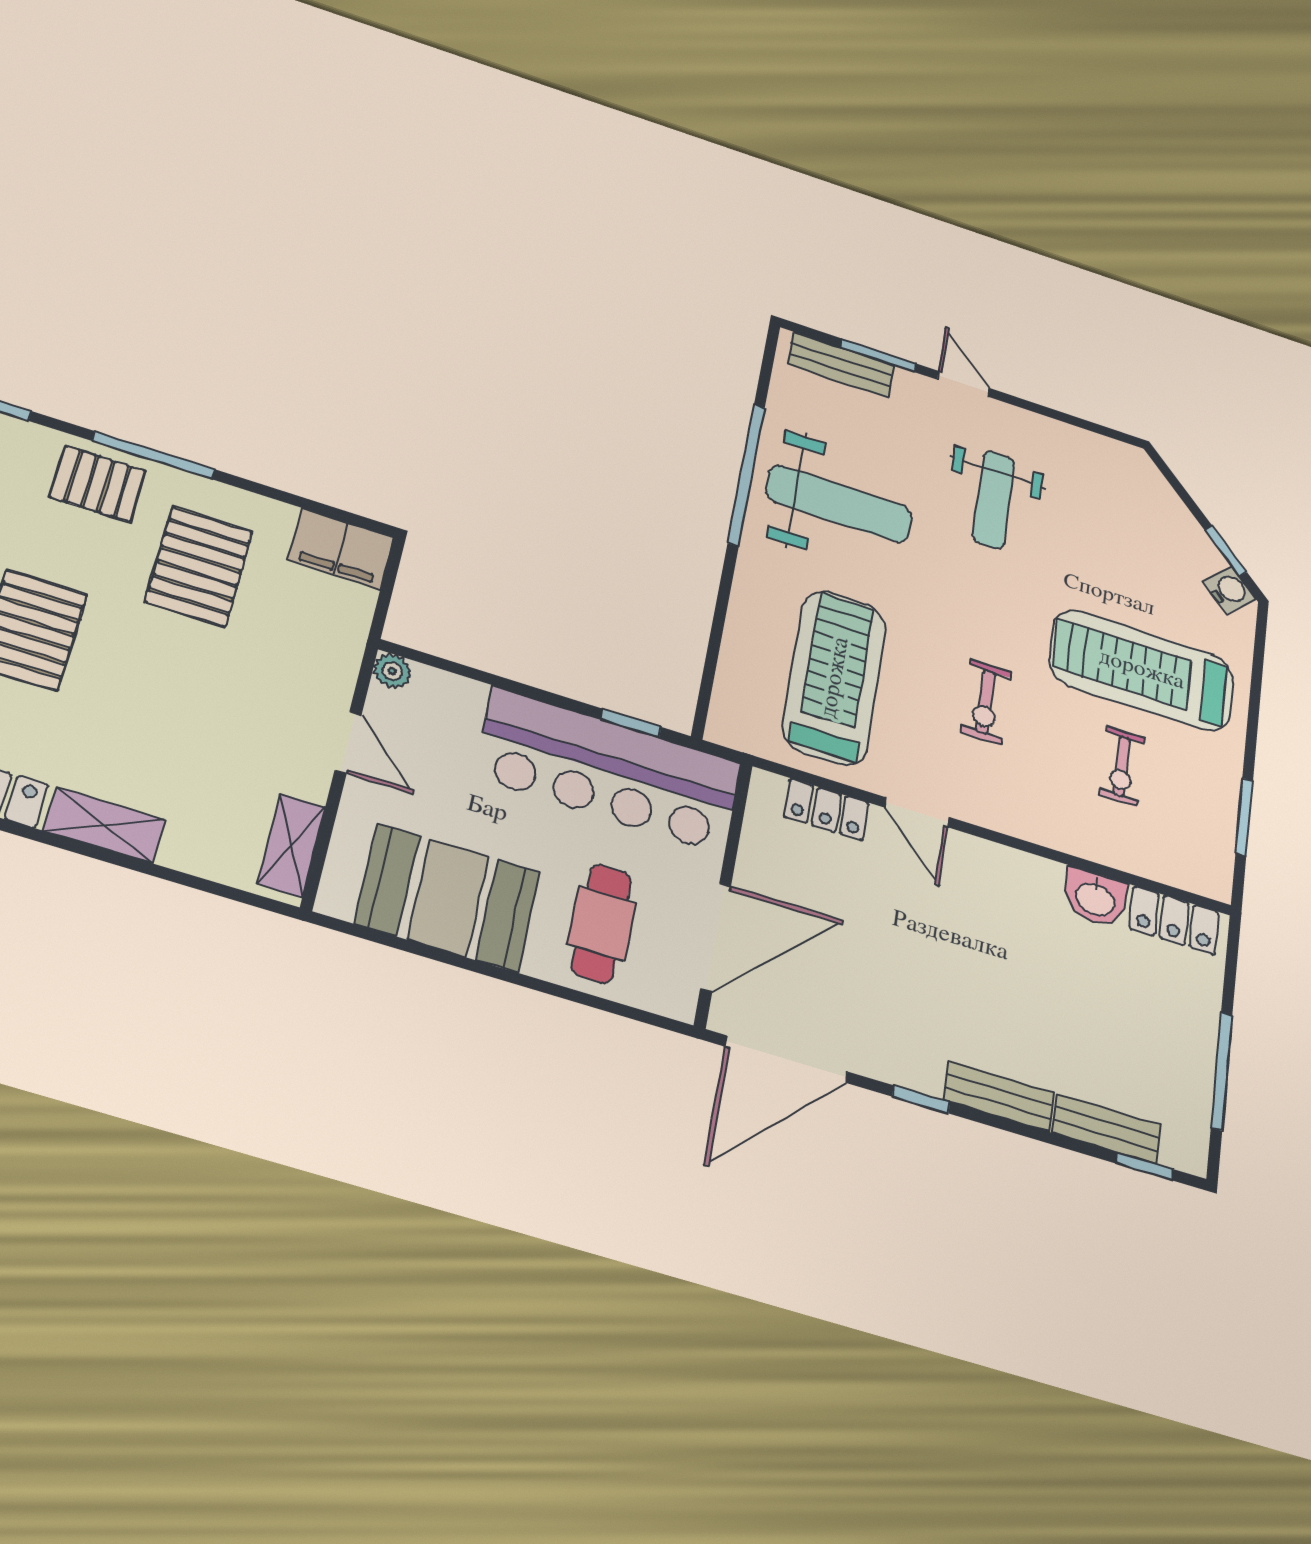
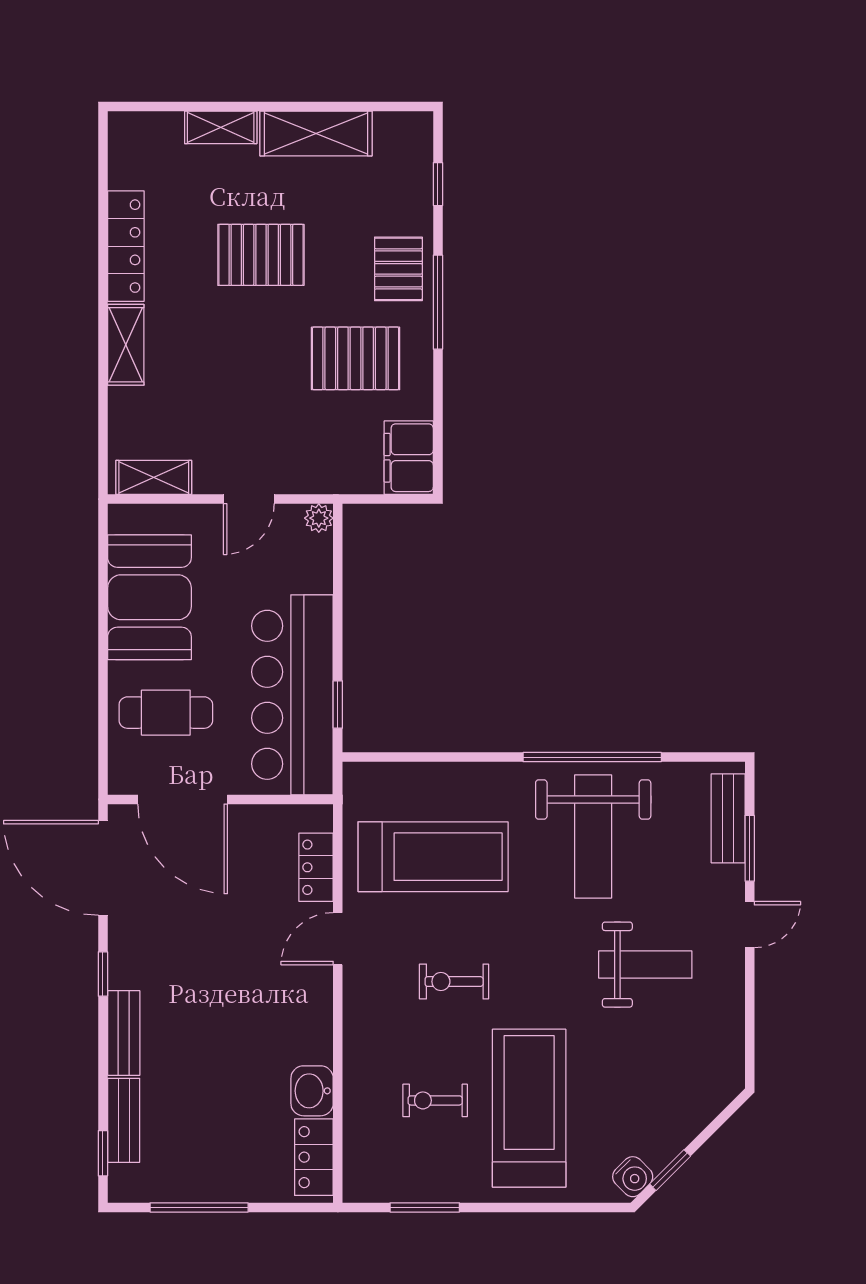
weight bench: (994, 500) -> (645, 965), turned 180

